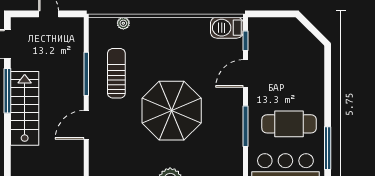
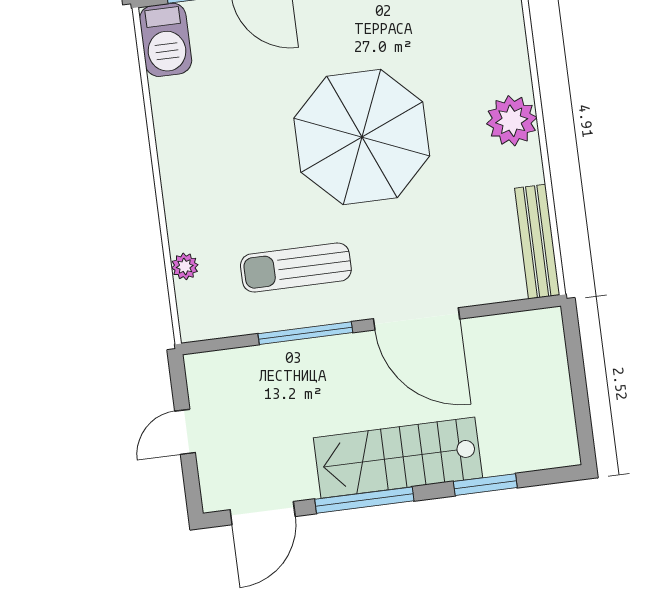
door: (86, 125) -> (417, 319), width x1.36
window: (7, 146) -> (485, 485), added

